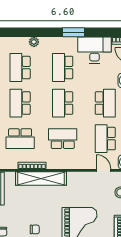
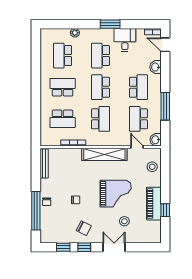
desk: (94, 50) -> (125, 40), width x0.73
school desk: (20, 103) -> (63, 87), turned 90
school desk: (63, 139) -> (101, 119), turned 90
shelving: (41, 178) -> (104, 154), moved

